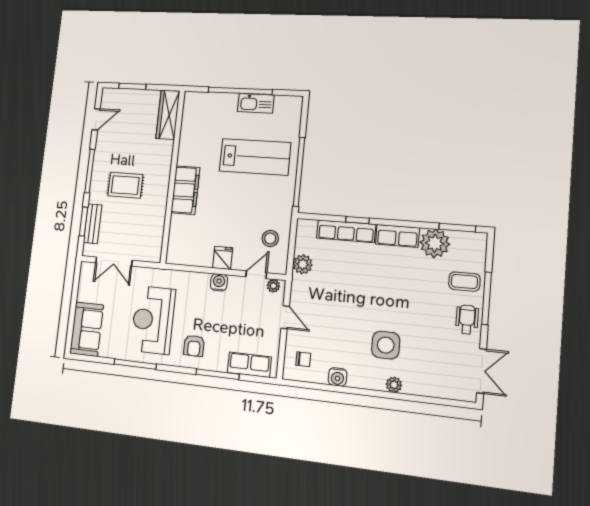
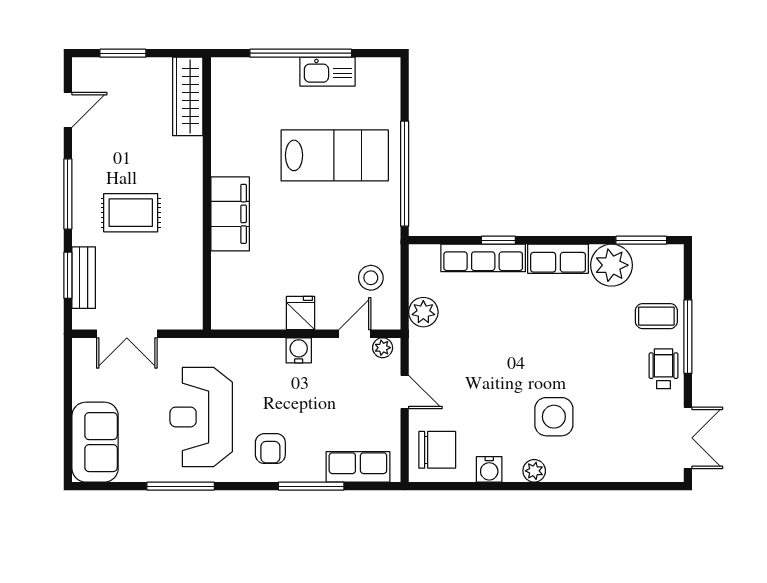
chair: (303, 359) -> (437, 450), width x1.87, depth x1.87
plant: (394, 385) -> (534, 471), moved

